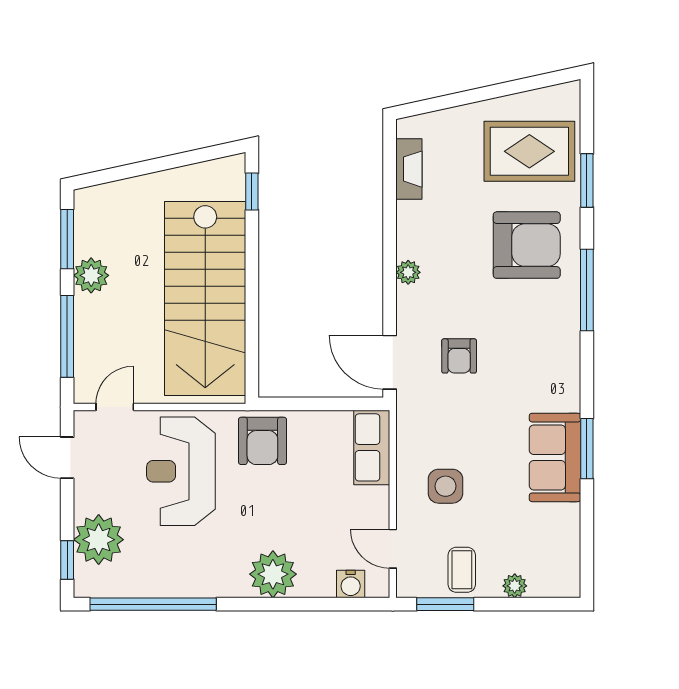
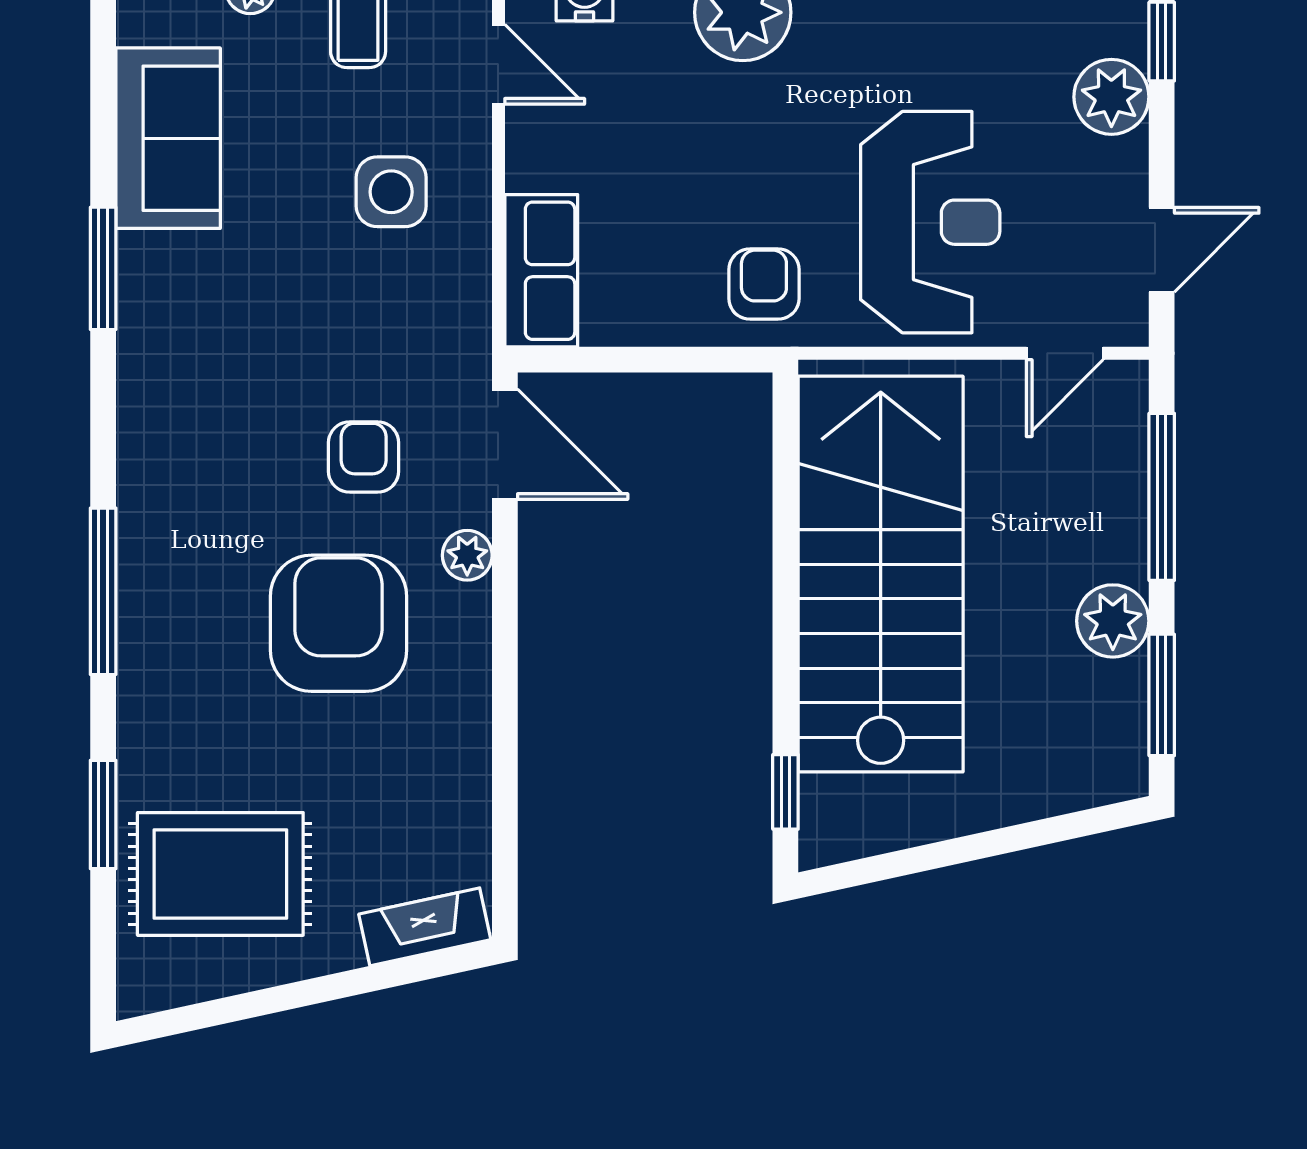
fireplace: (409, 169) -> (425, 927), moved, turned 78
armchair: (527, 245) -> (338, 623), moved, turned 90
plant: (408, 272) -> (467, 555), moved
armchair: (262, 441) -> (764, 284), width x0.72, depth x0.72
sofa: (555, 457) -> (168, 138), moved
door: (67, 458) -> (1162, 250), hinge flipped
plant: (99, 540) -> (1111, 97), width x0.73, depth x0.73

